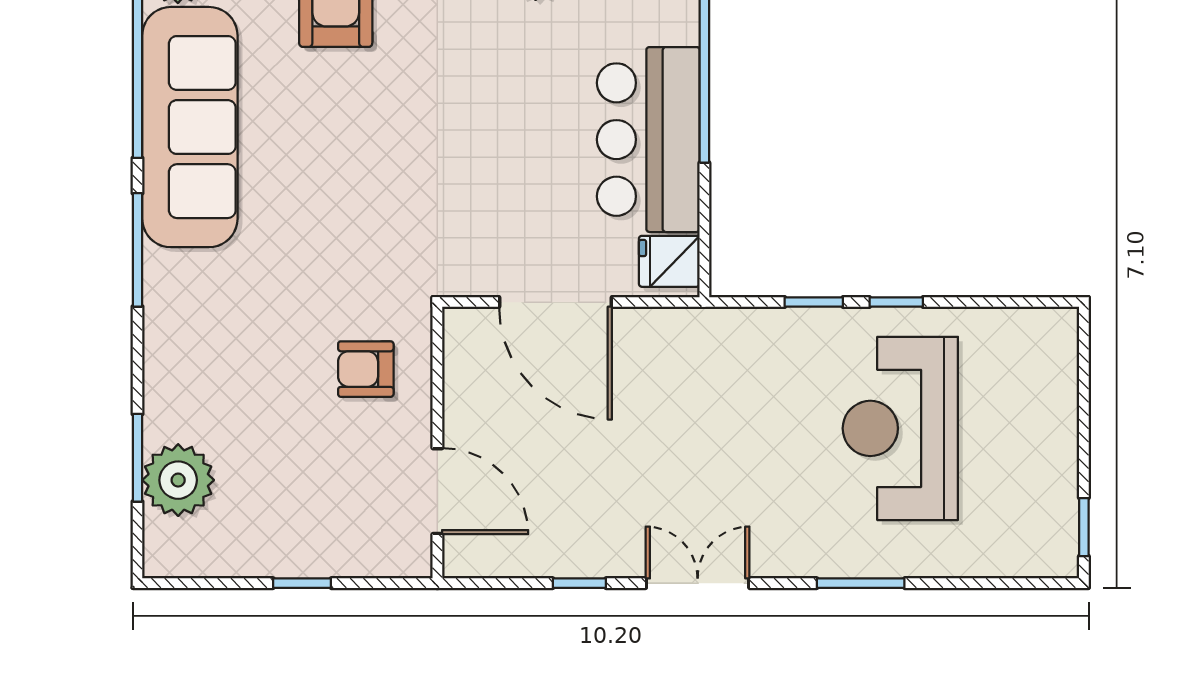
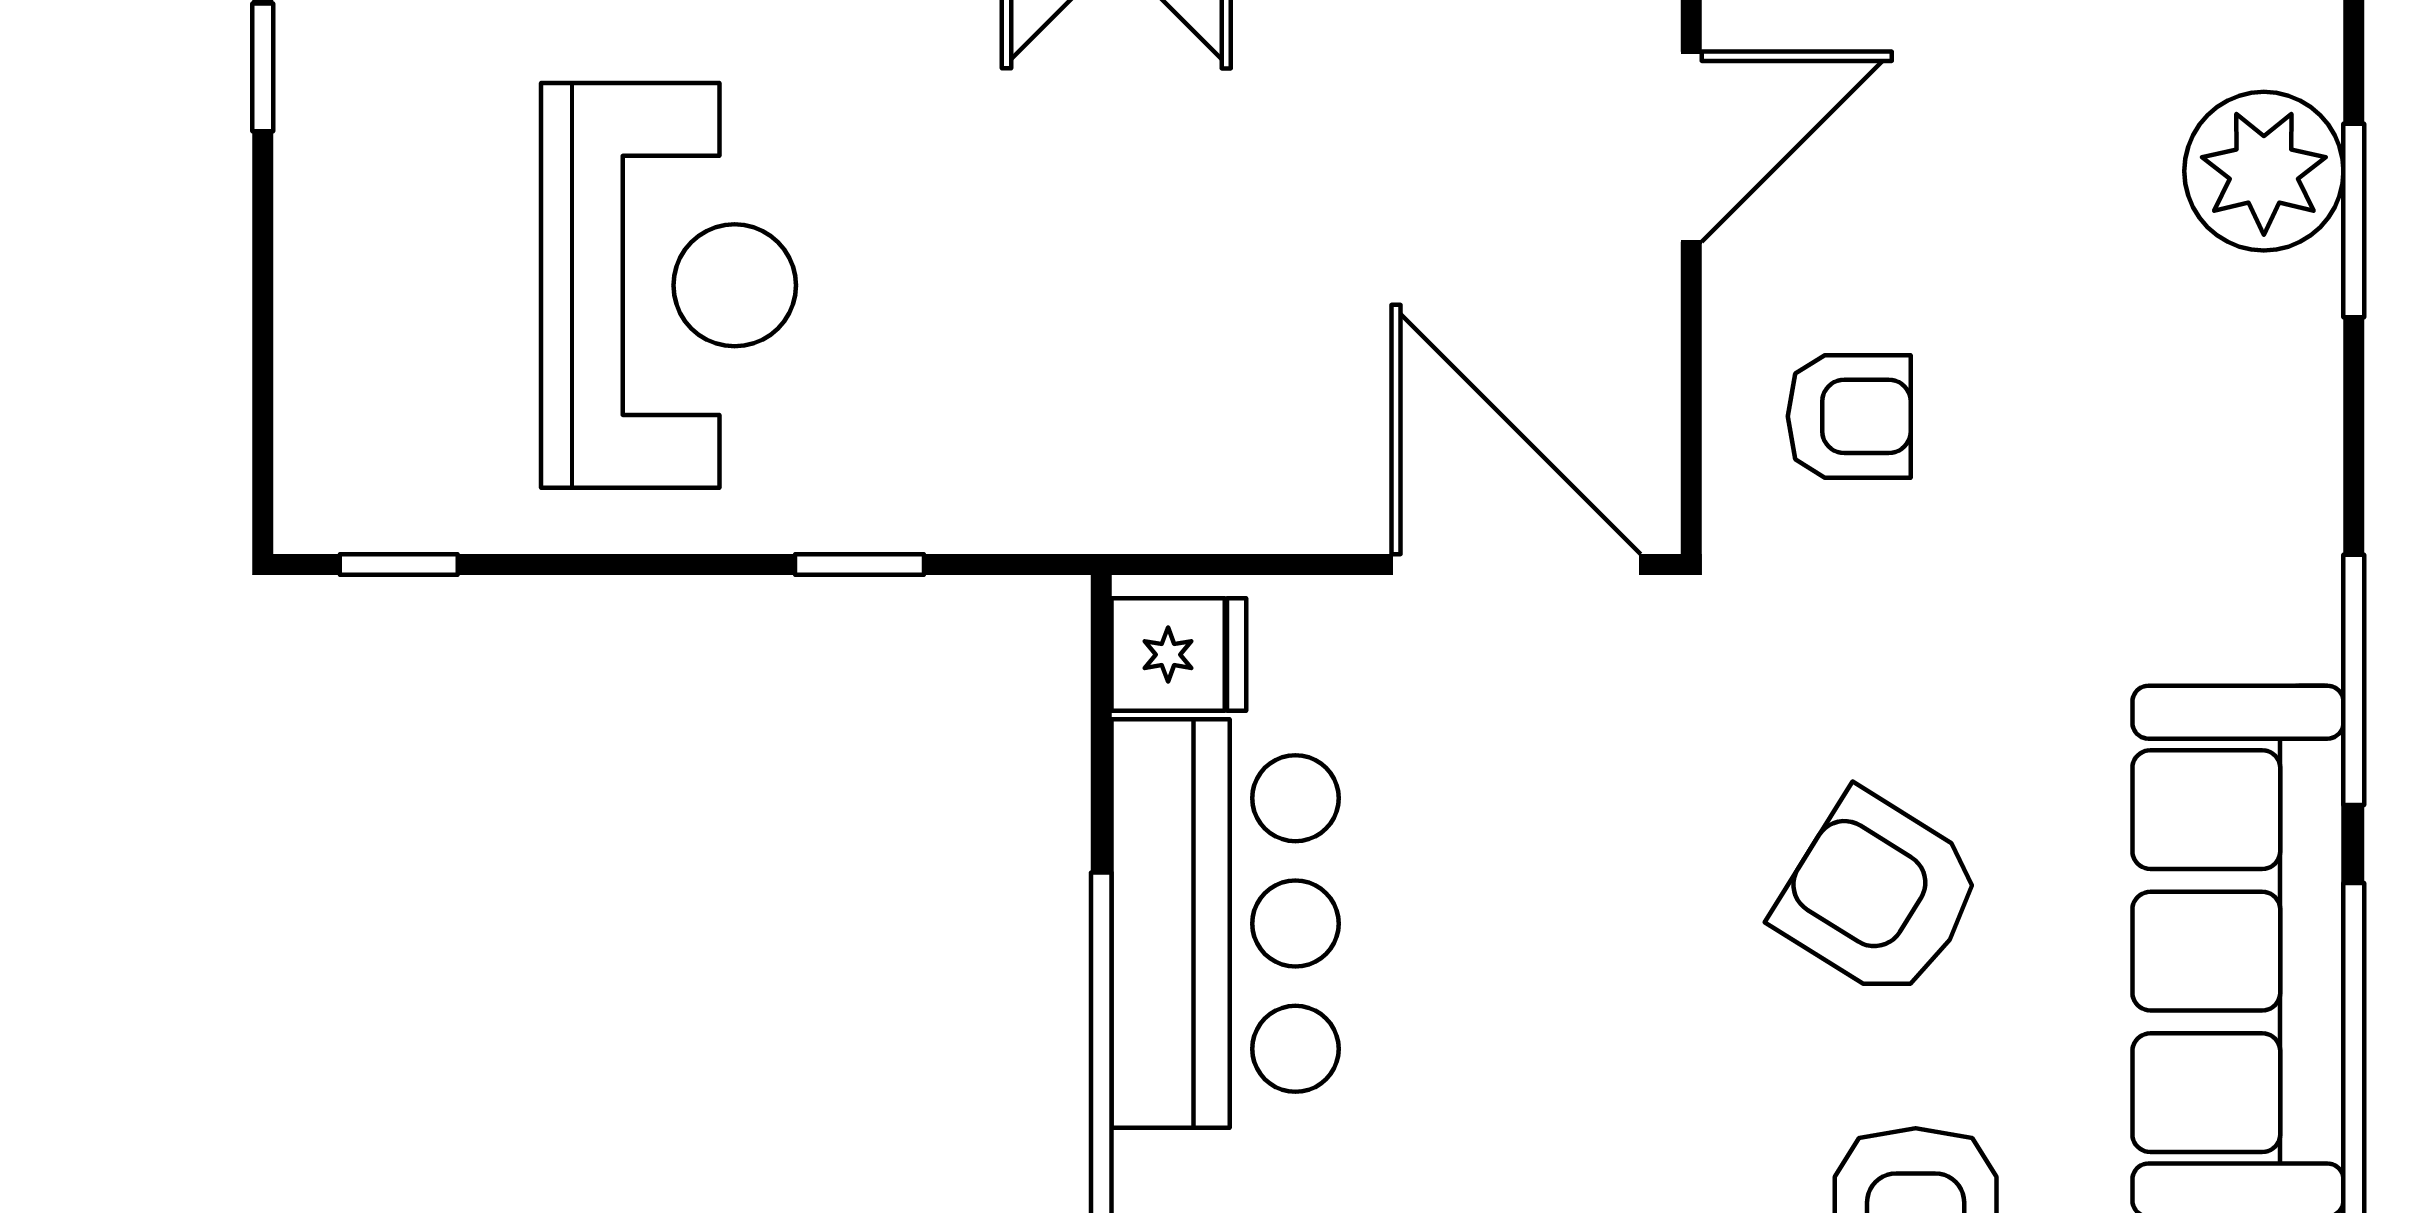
armchair: (352, 152) -> (1879, 896), added
door: (555, 302) -> (1516, 565), moved
window: (896, 302) -> (399, 565), moved
door: (437, 491) -> (1691, 147), swing flipped

